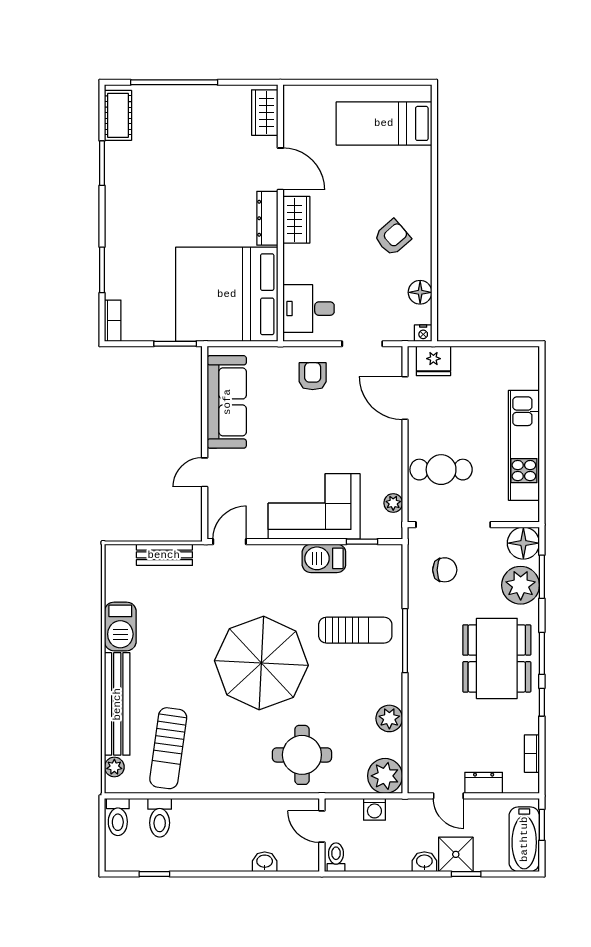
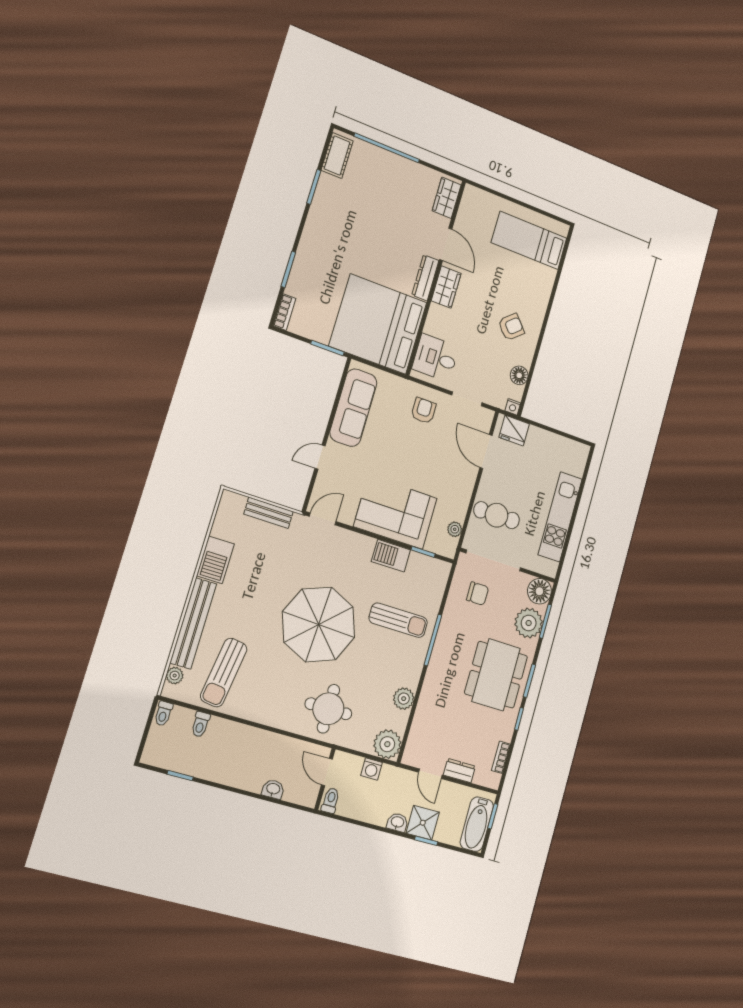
toilet: (118, 817) -> (163, 714), width x0.73, depth x0.72
toilet: (160, 818) -> (200, 724), width x0.73, depth x0.72

